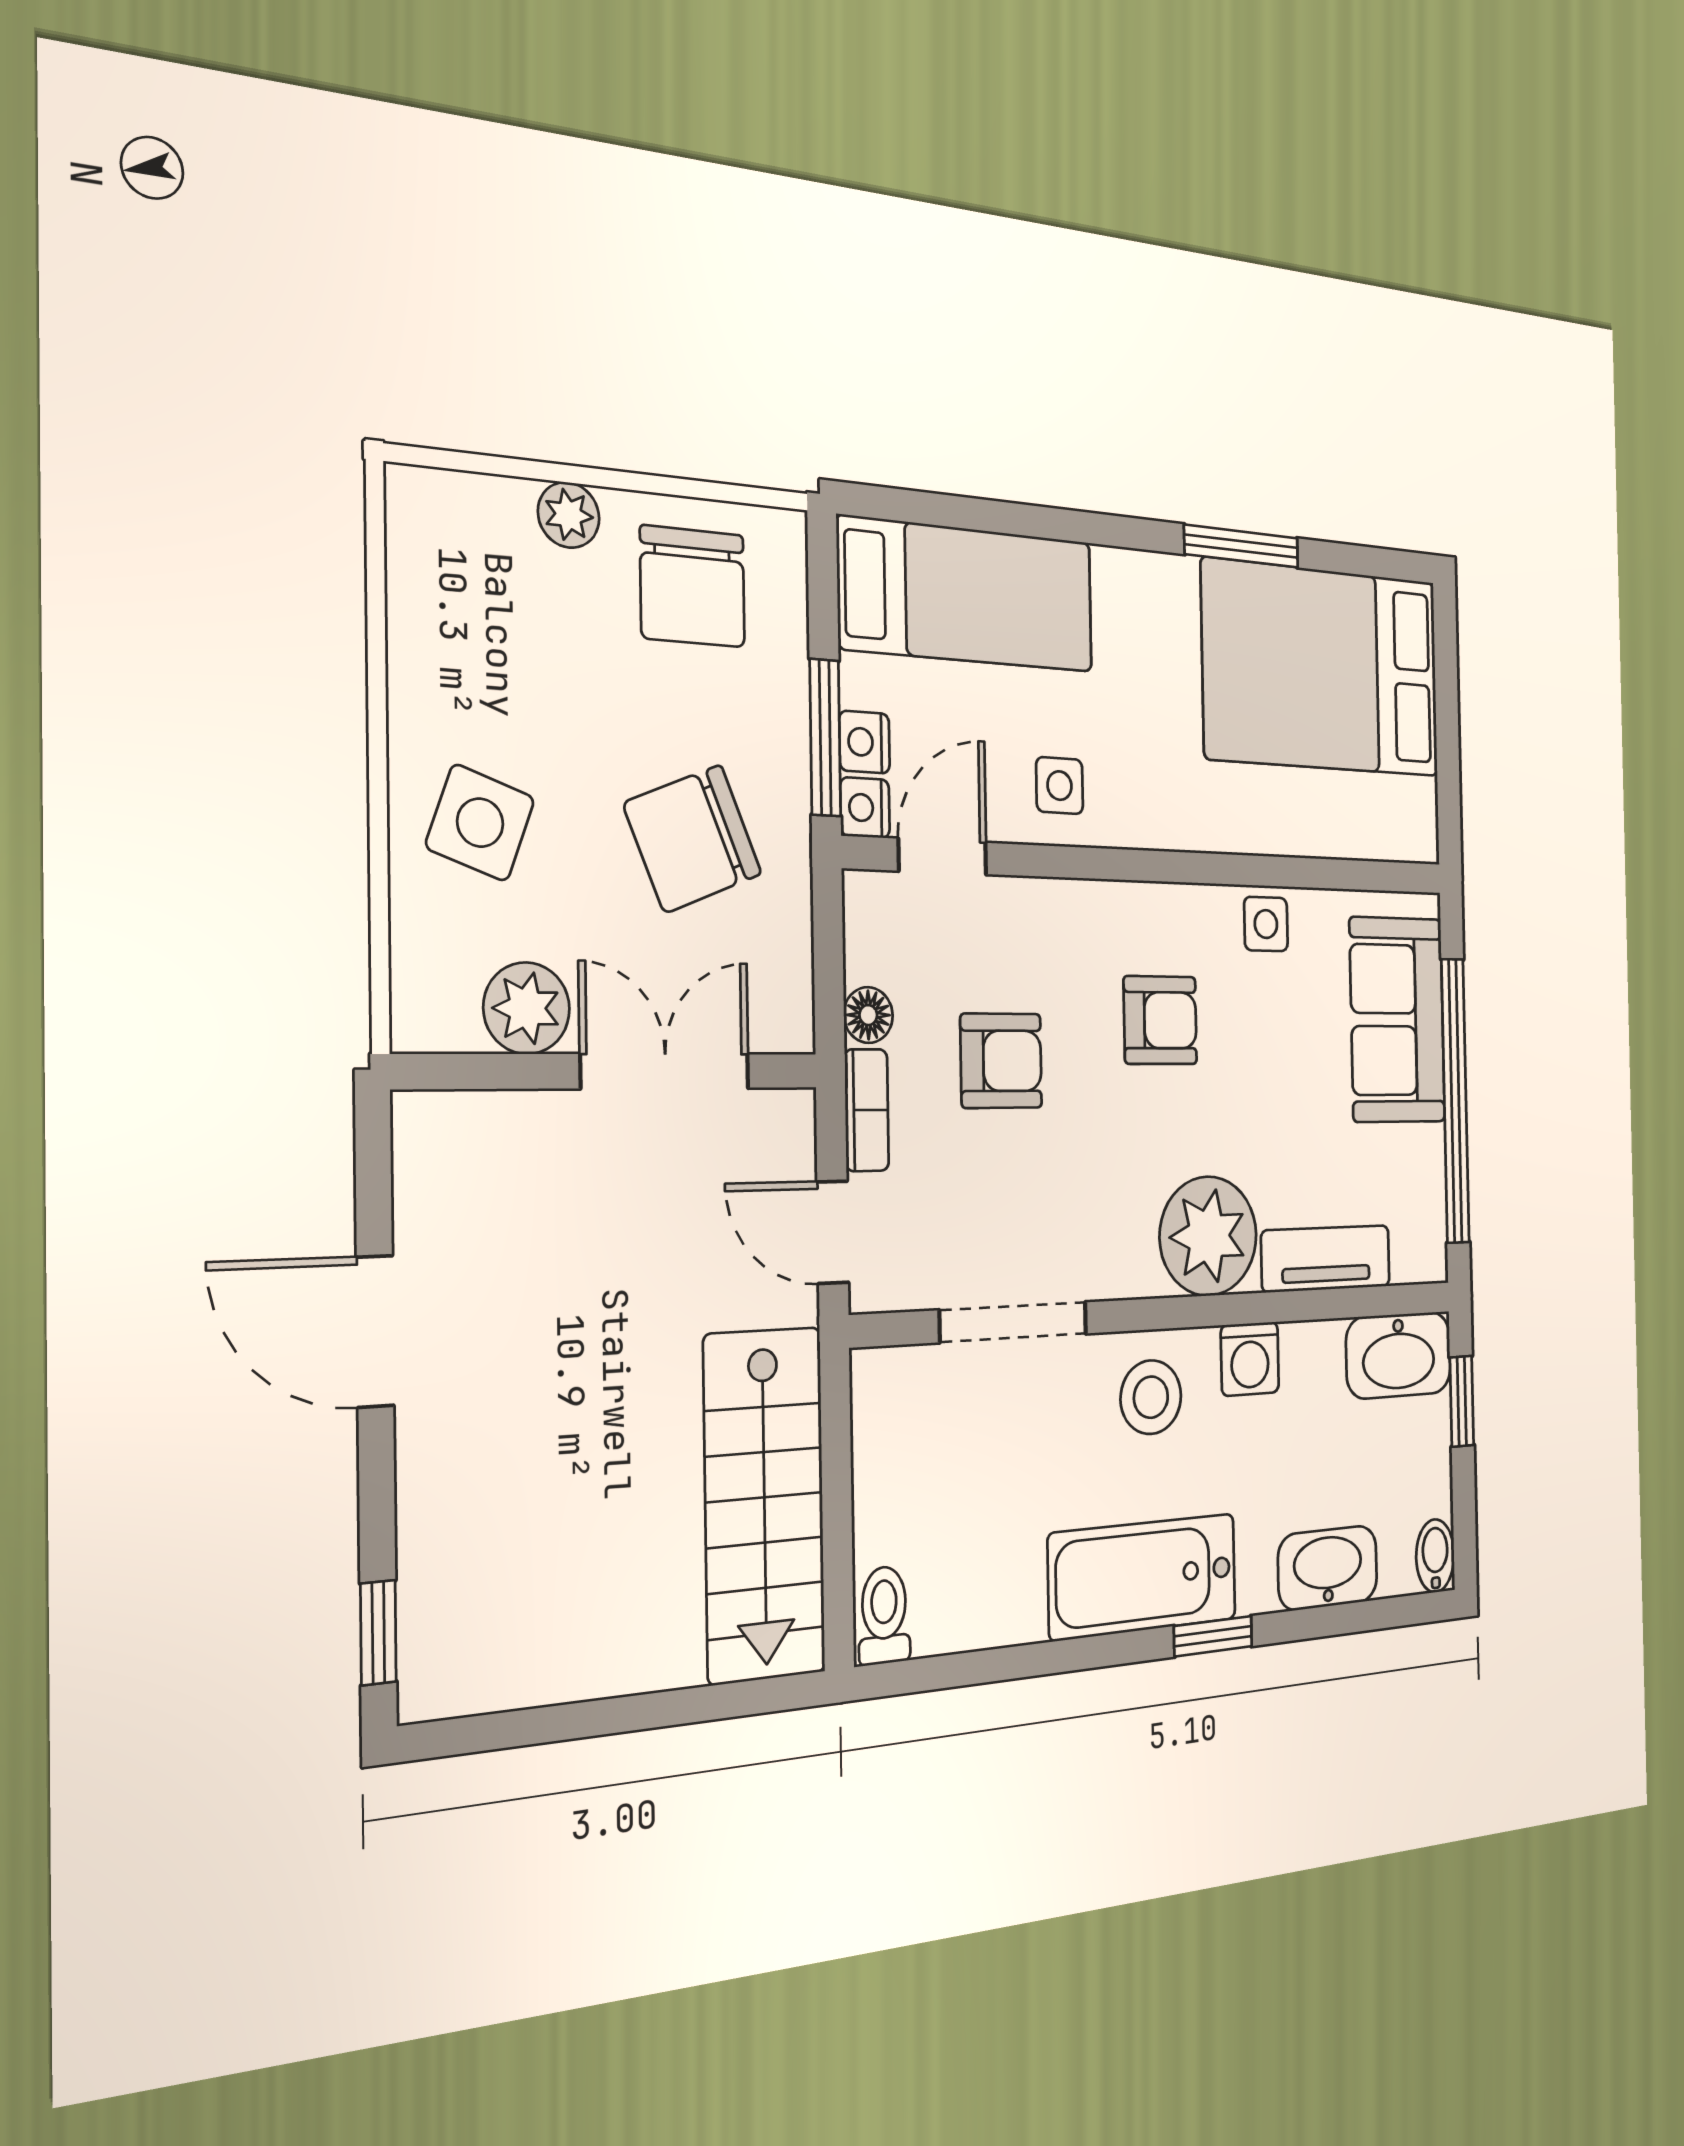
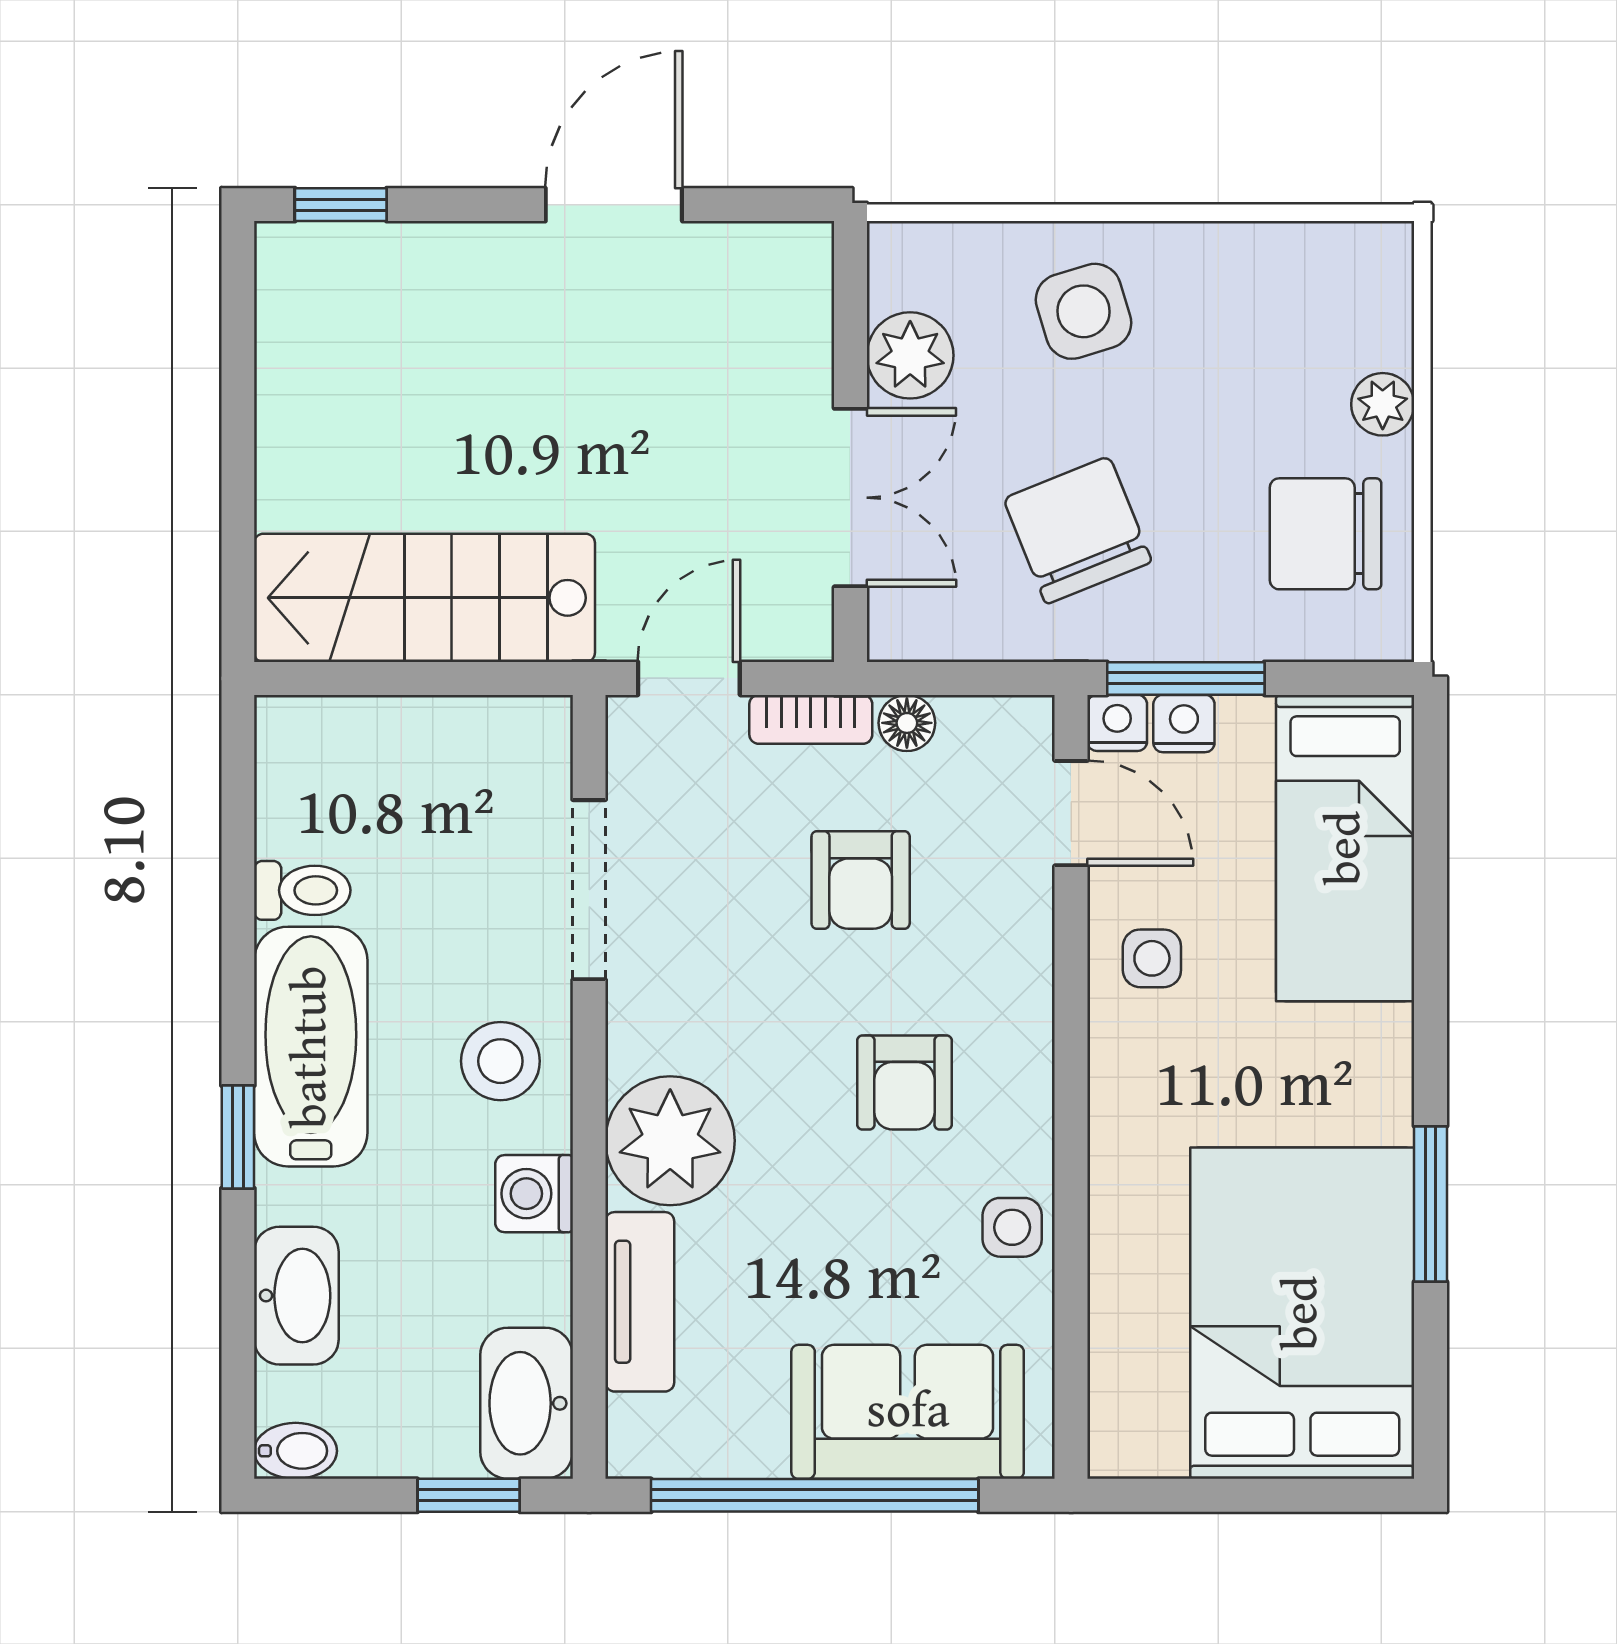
side table: (480, 823) -> (1083, 311), turned -37
toilet: (884, 1615) -> (302, 890), moved

